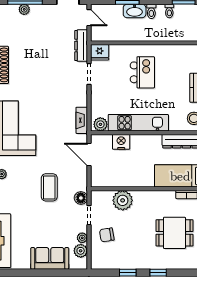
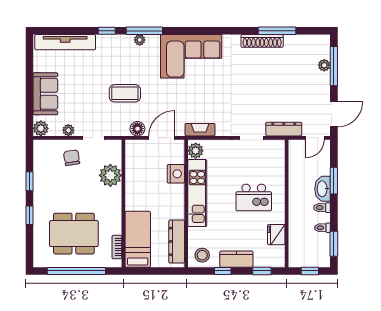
fridge: (100, 52) -> (276, 235), moved
floor lamp: (81, 198) -> (137, 129), moved
dining table: (174, 233) -> (74, 234), width x1.38
plant: (81, 251) -> (41, 128), moved

